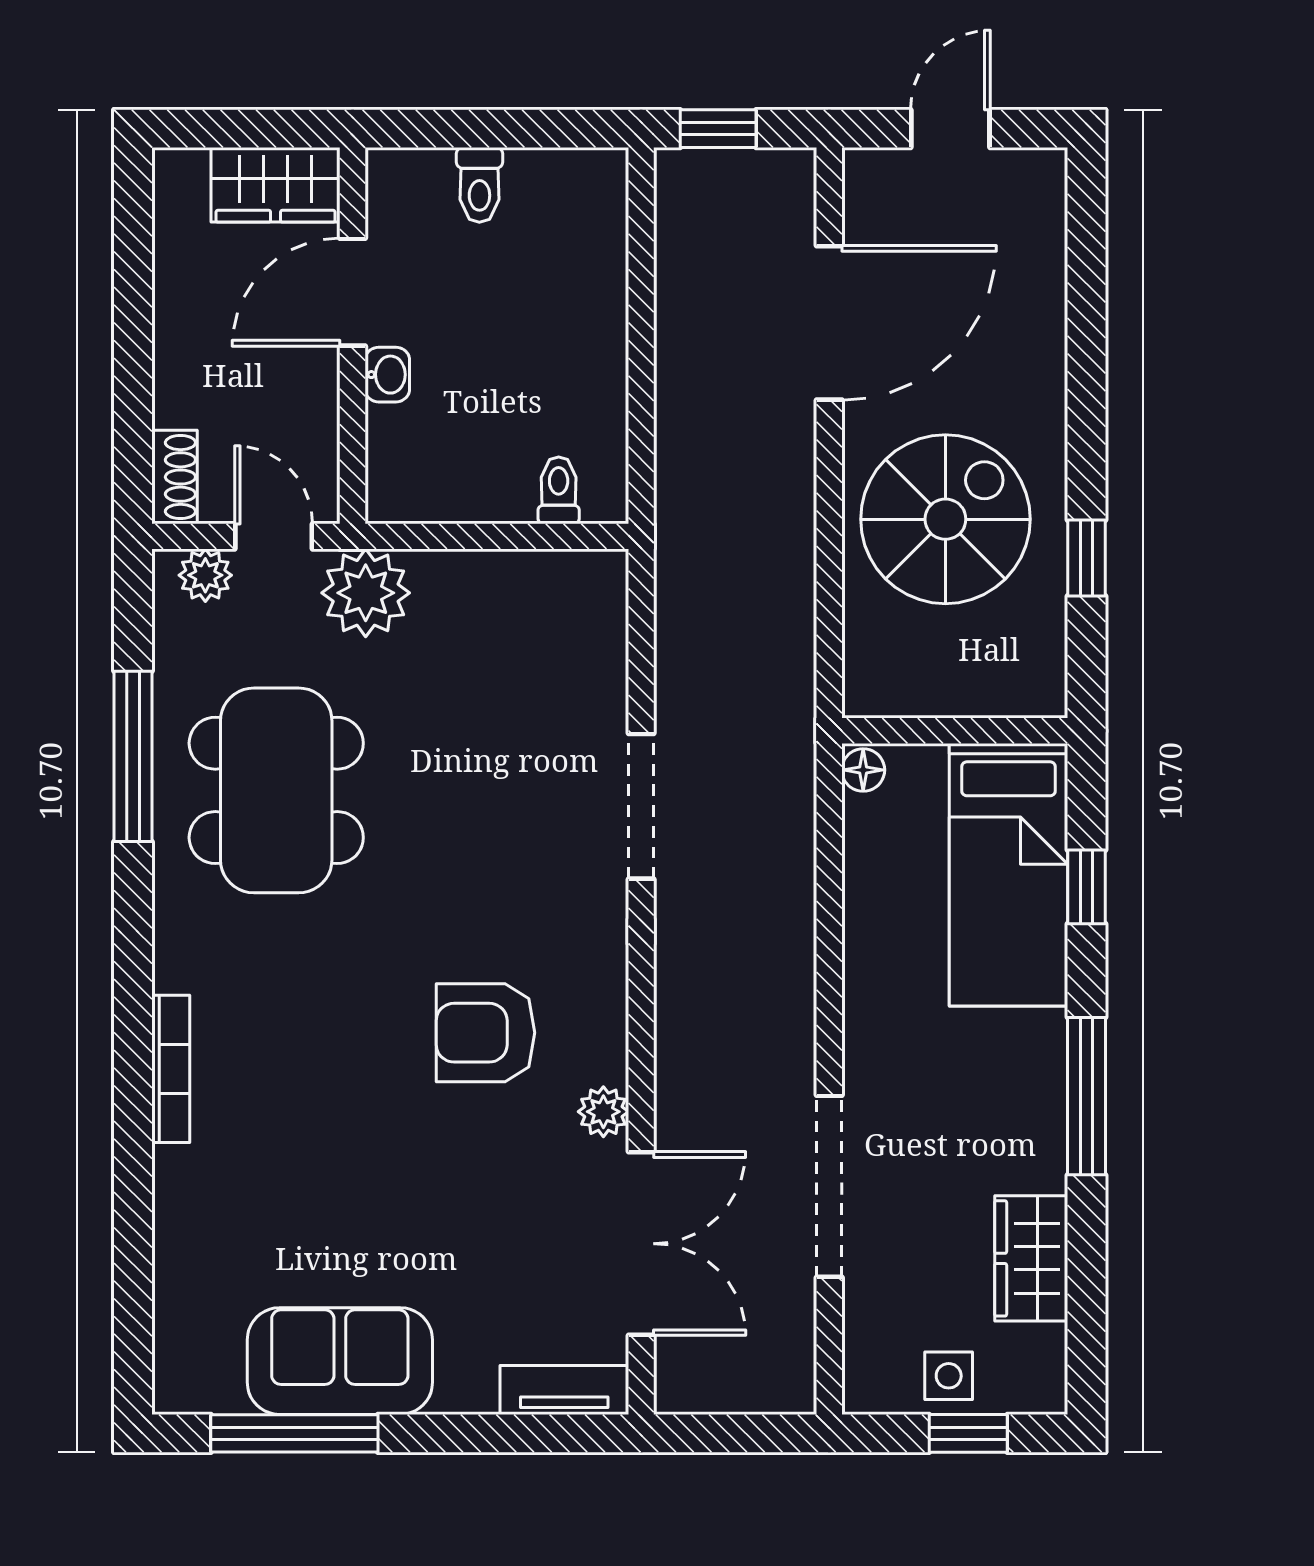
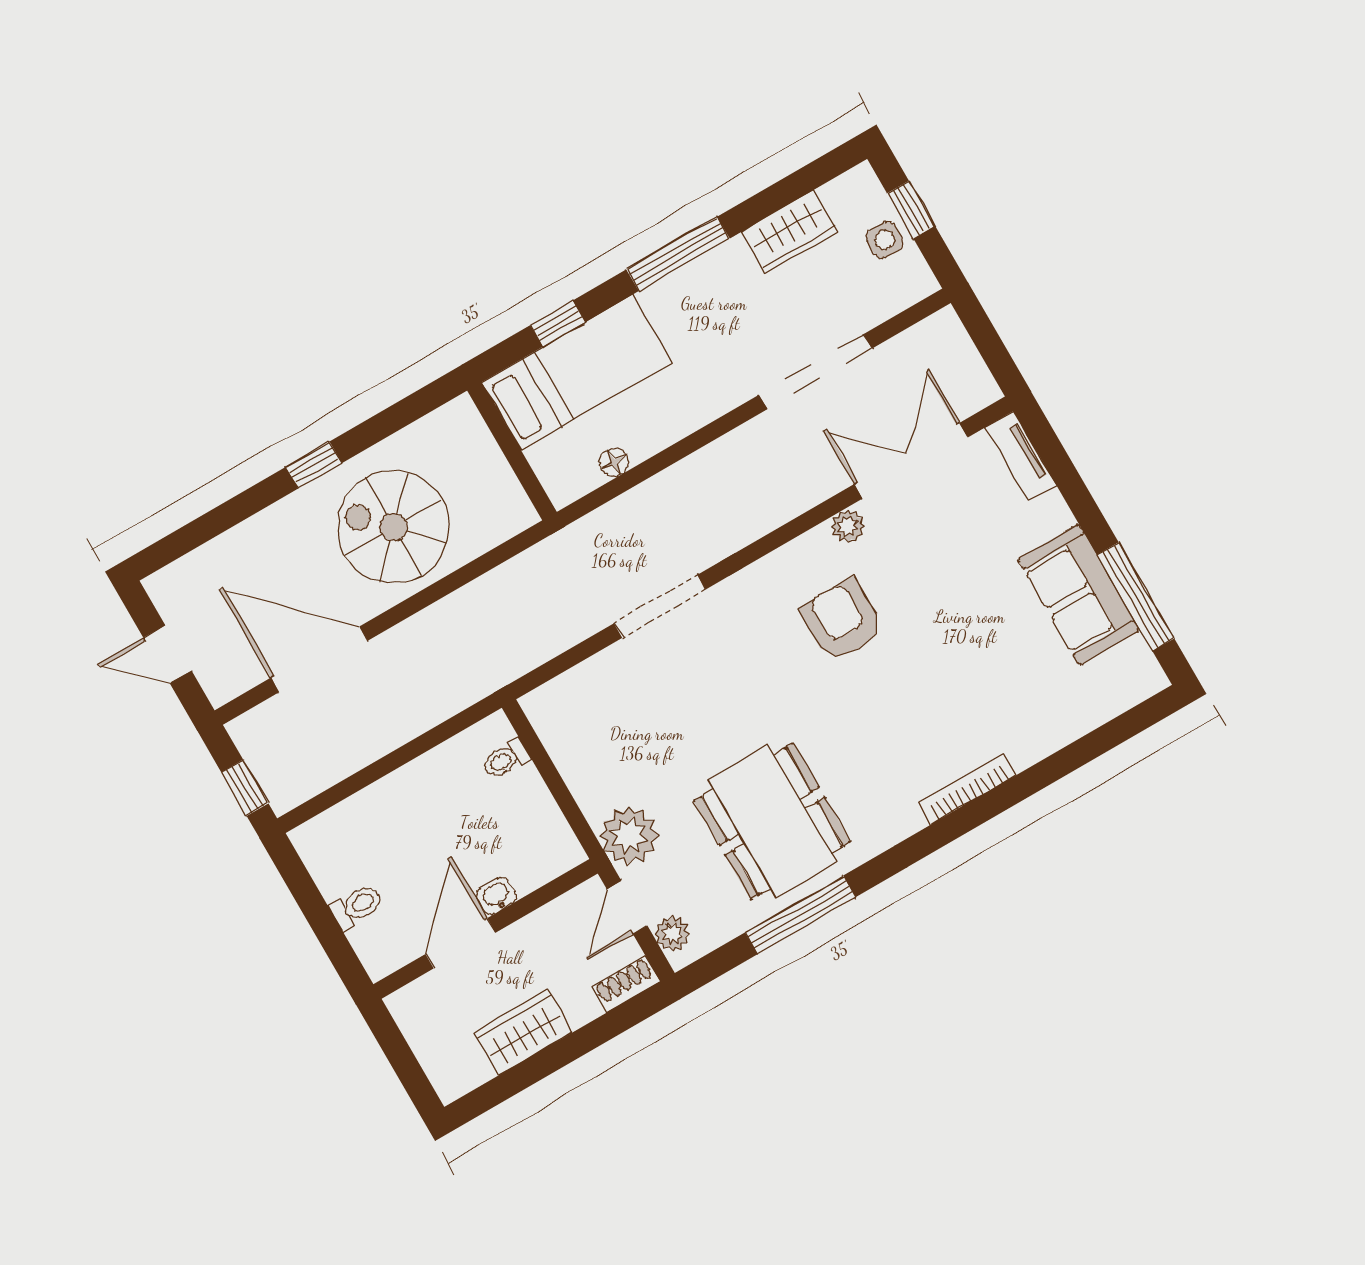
wardrobe: (276, 185) -> (523, 1032), moved, turned -90
door: (353, 292) -> (461, 943), swing flipped
window: (1086, 558) -> (314, 465), moved
floor lamp: (863, 770) -> (614, 462), moved
dining table: (276, 790) -> (772, 821), turned 90
armchair: (485, 1033) -> (842, 620), turned 180

